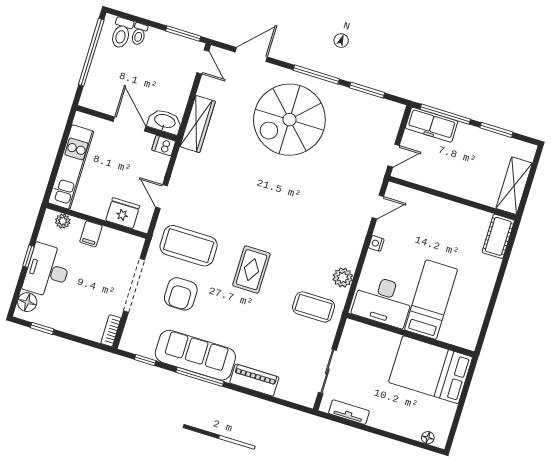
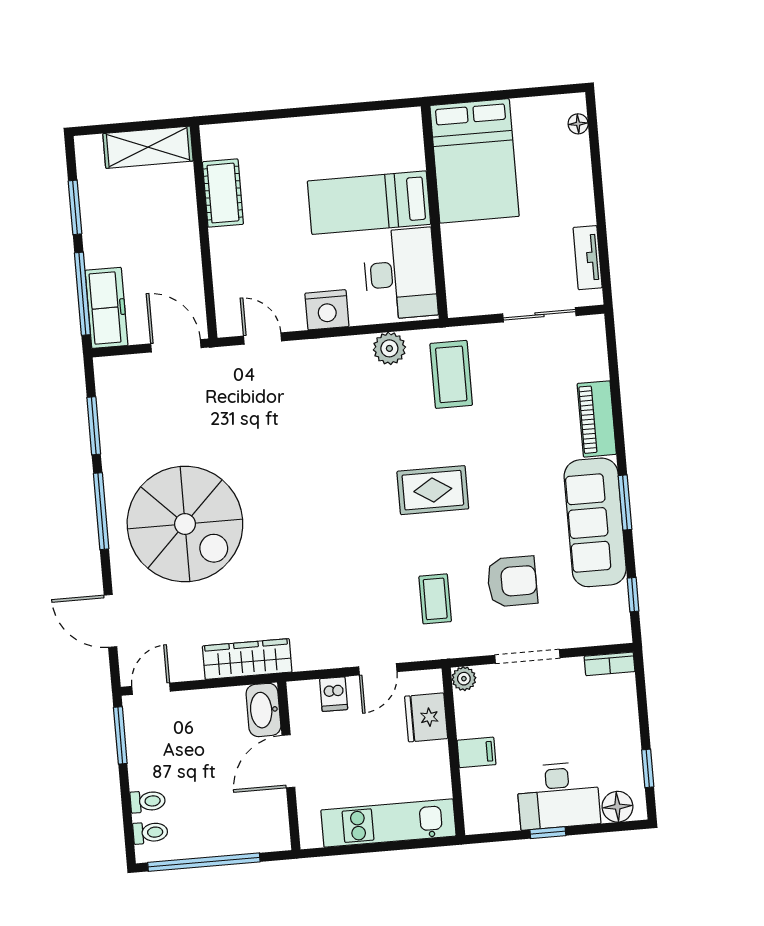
toilet: (122, 33) -> (150, 833), width x0.73, depth x0.72
dishwasher: (164, 146) -> (334, 694), moved
door: (394, 156) -> (176, 346), width x1.38
plant: (63, 221) -> (464, 679), moved
cot: (498, 236) -> (223, 193), moved, turned 90
nightstand: (376, 243) -> (327, 310), width x1.89, depth x1.79
coffee table: (189, 246) -> (435, 599), width x0.54, depth x0.58
doorway: (134, 285) -> (527, 656), width x0.73
window: (200, 377) -> (625, 503), width x0.69

